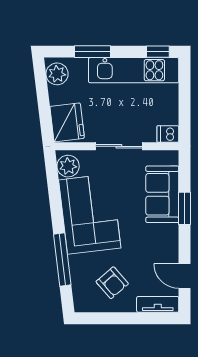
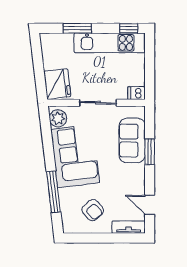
plant: (57, 74) -> (49, 46), removed

